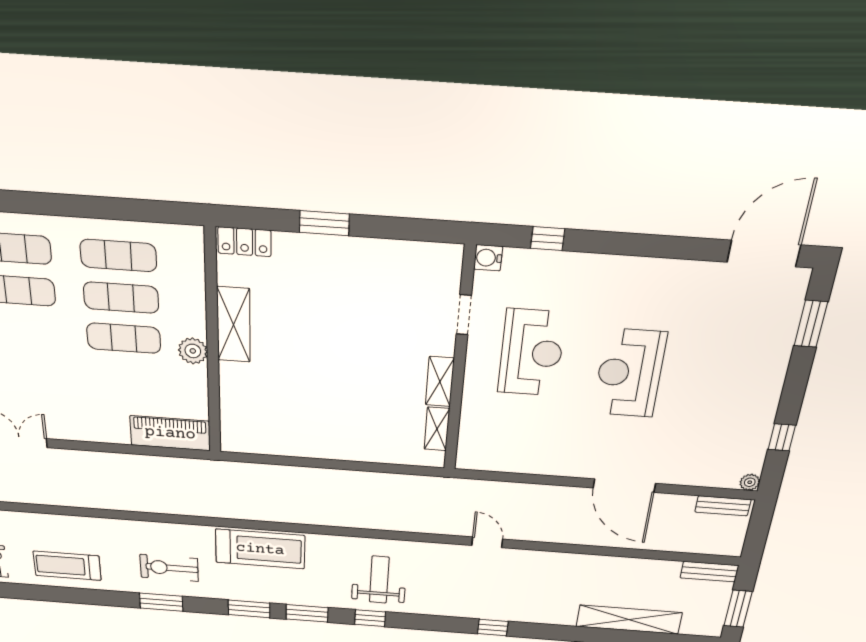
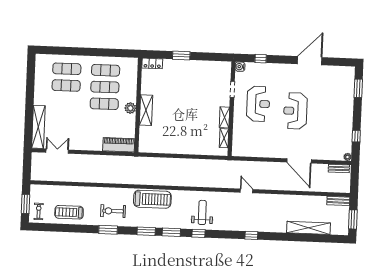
door: (764, 254) -> (310, 61), moved
shelving: (234, 325) -> (146, 110), moved

